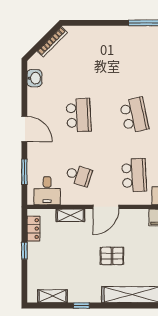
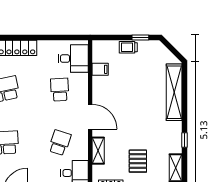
school desk: (134, 175) -> (60, 90), width x0.54
pallet: (112, 256) -> (138, 161), moved

